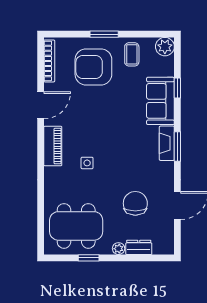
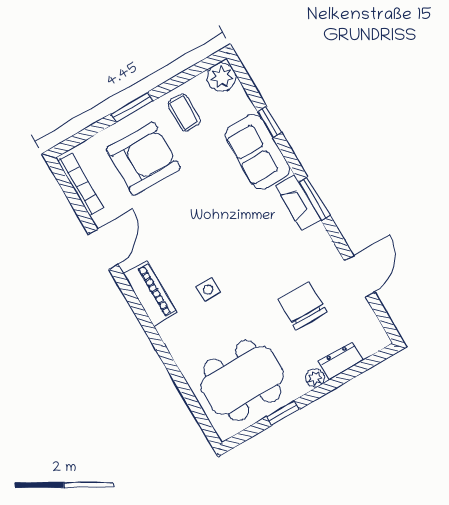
armchair: (93, 67) -> (143, 159), turned 180

